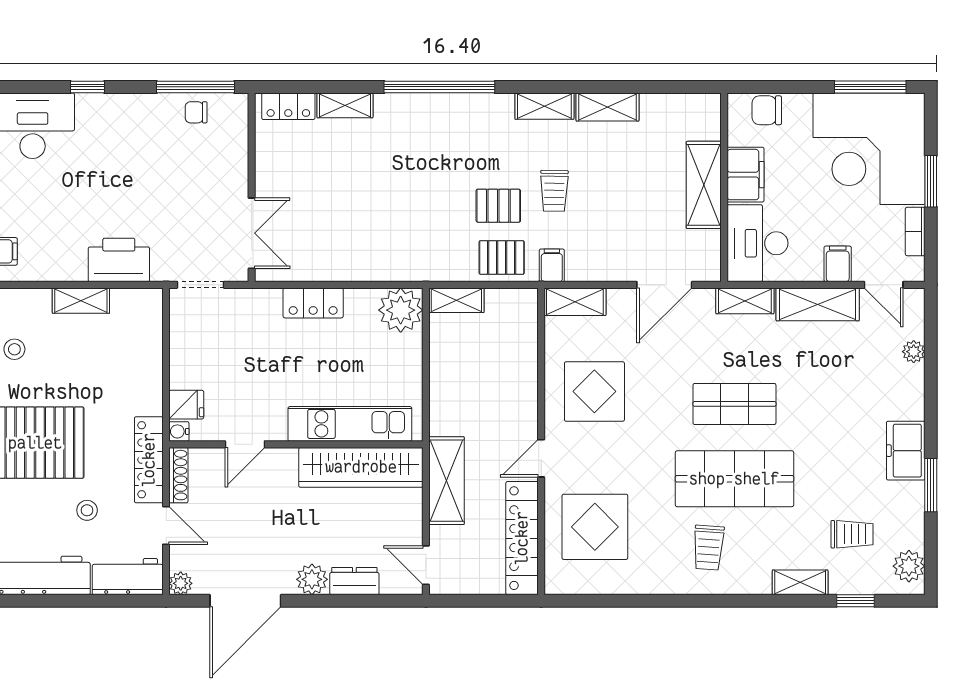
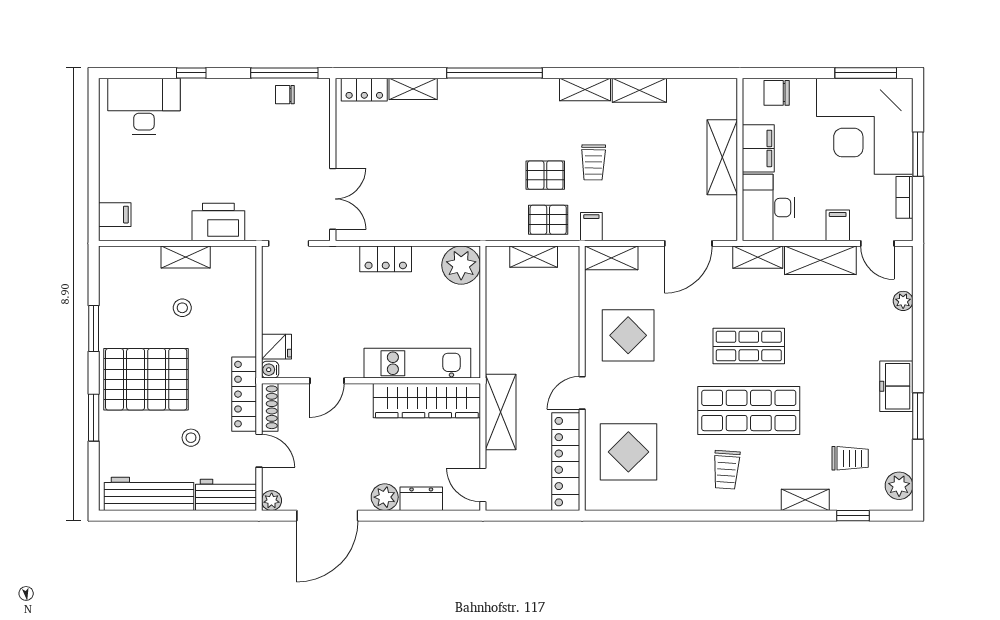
shelving: (456, 300) -> (534, 257), moved
stool: (14, 349) -> (182, 308), moved

